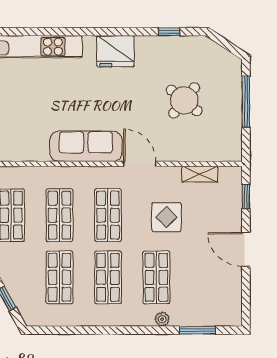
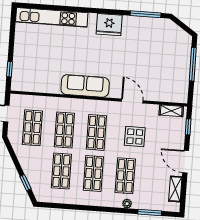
window: (169, 32) -> (146, 14), width x2.17
round table: (184, 100) -> (152, 60), removed
door: (140, 164) -> (132, 101), moved
shelving: (200, 174) -> (171, 111), moved
shelving: (233, 292) -> (175, 189), added

